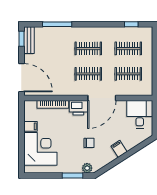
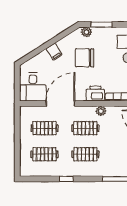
window: (131, 24) -> (66, 179), moved
plant: (73, 91) -> (101, 111), added
door: (102, 98) -> (60, 104), moved
chair: (89, 143) -> (85, 58), width x1.87, depth x1.87

